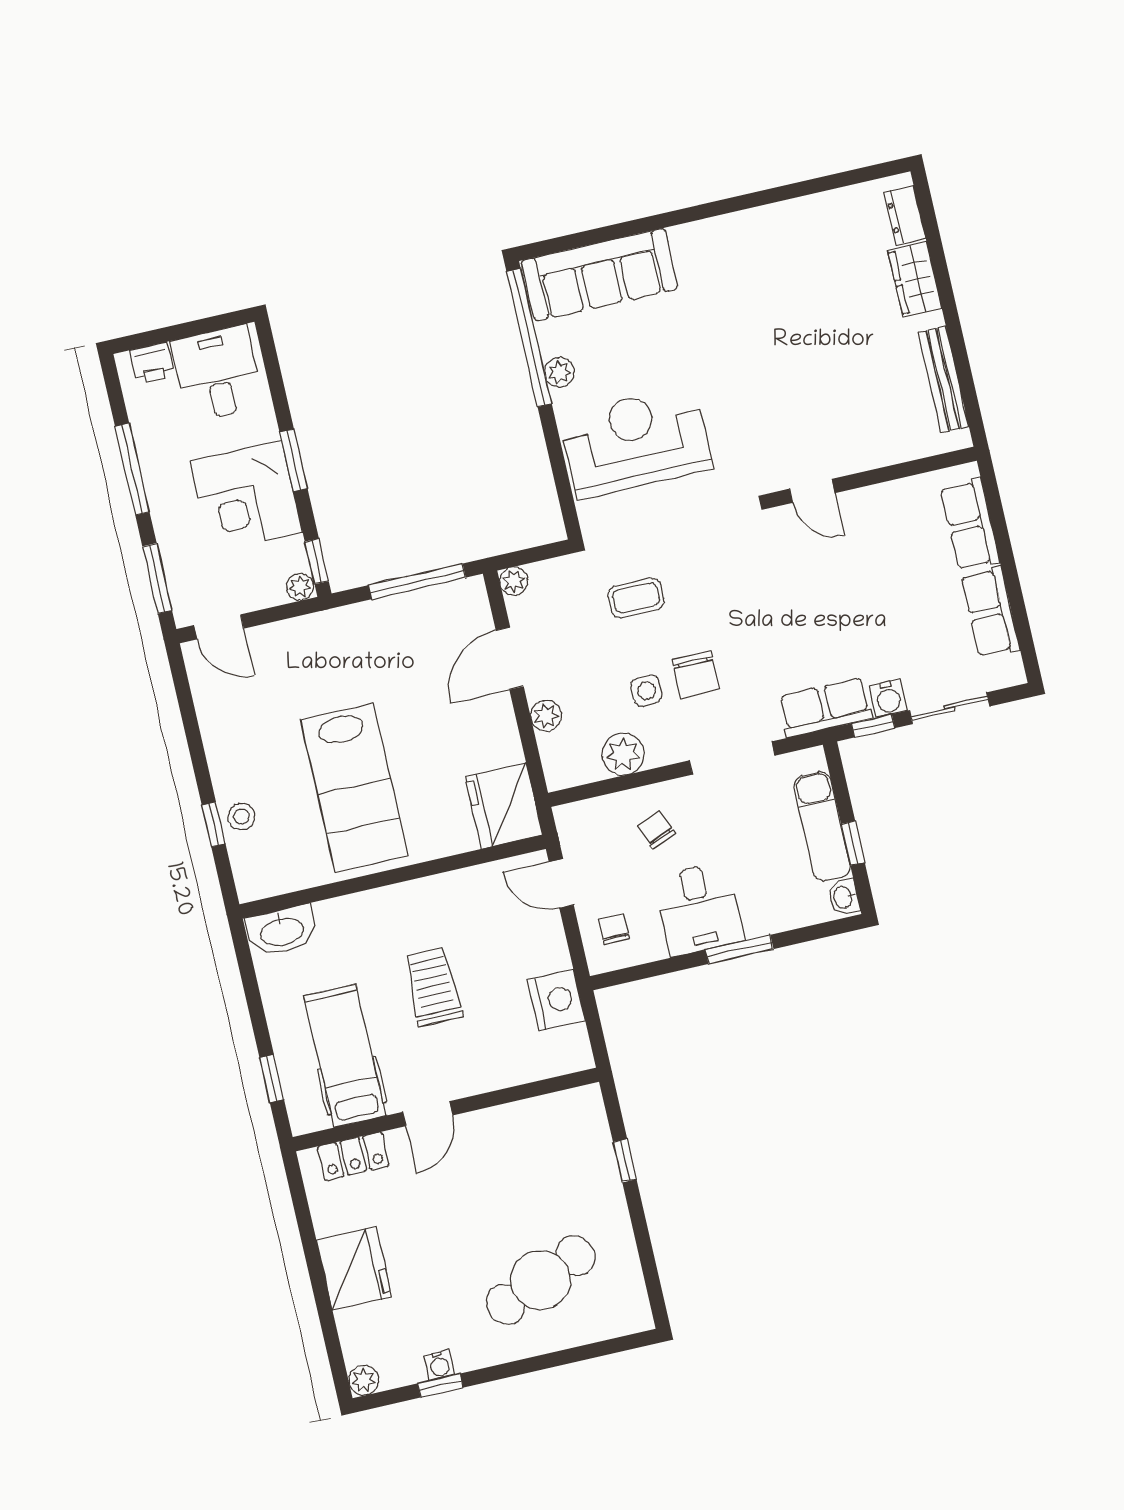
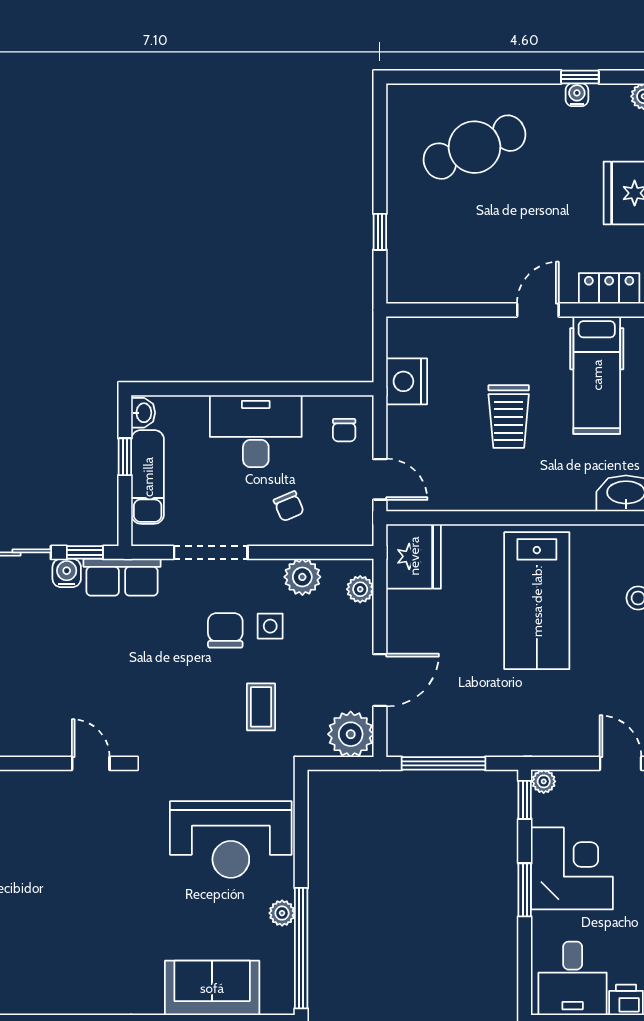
sofa: (600, 275) -> (212, 988), width x0.73
plant: (514, 581) -> (351, 734), width x1.88, depth x1.88
coffee table: (636, 598) -> (261, 707), turned 90
plant: (546, 716) -> (360, 589), moved
lab bench: (354, 788) -> (537, 601), turned 180
desk: (699, 909) -> (256, 431), width x1.37
window: (739, 949) -> (242, 389), removed

